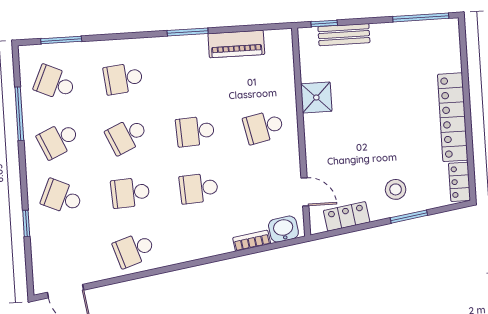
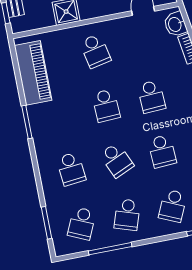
piano: (236, 44) -> (33, 73), width x1.37, depth x1.33
school desk: (58, 140) -> (127, 215), turned 42

